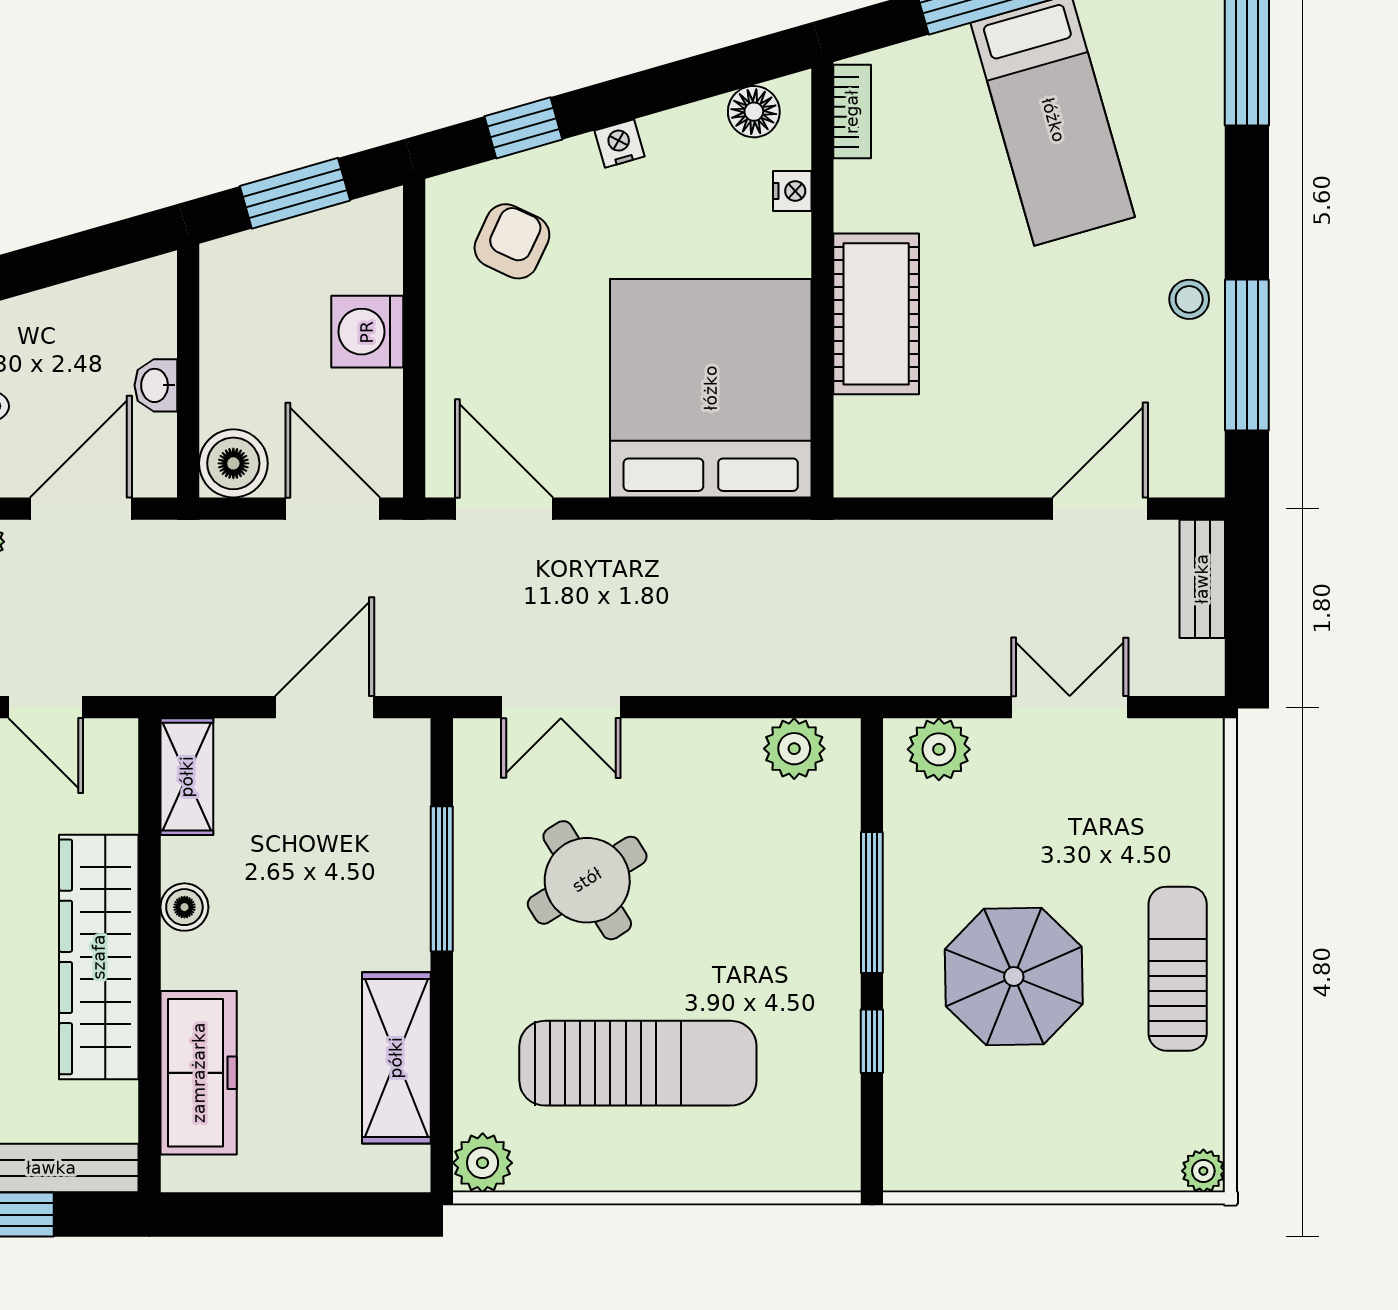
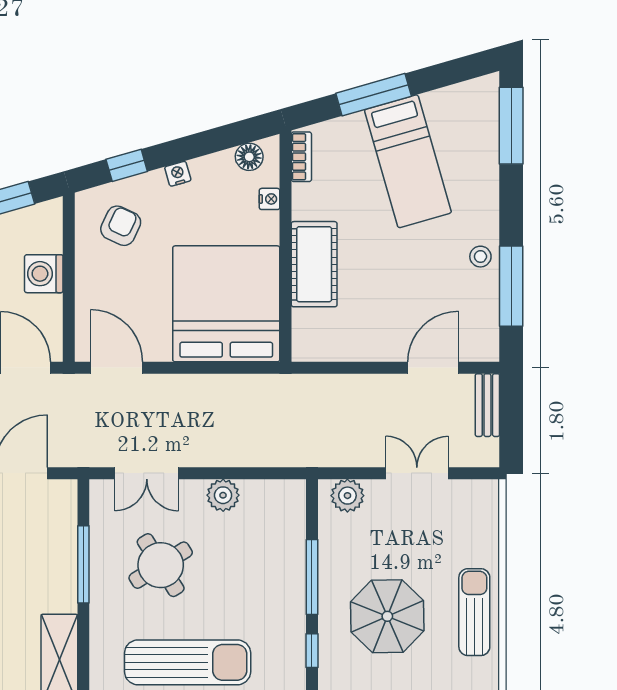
plant: (794, 749) -> (223, 495), moved

